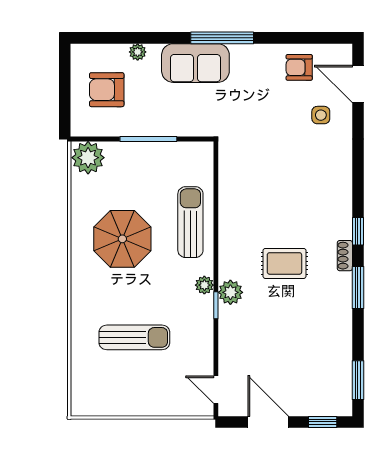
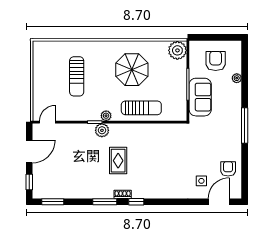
sofa: (195, 63) -> (200, 97), moved, turned 180

